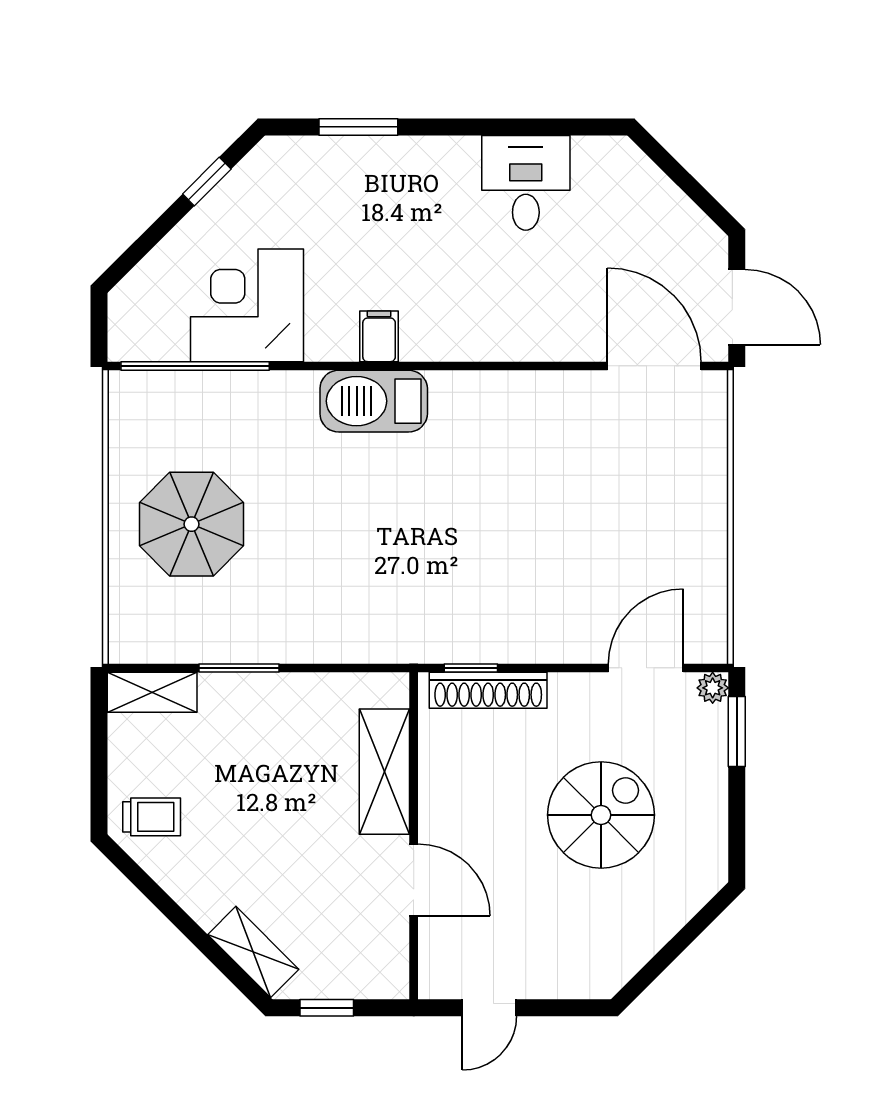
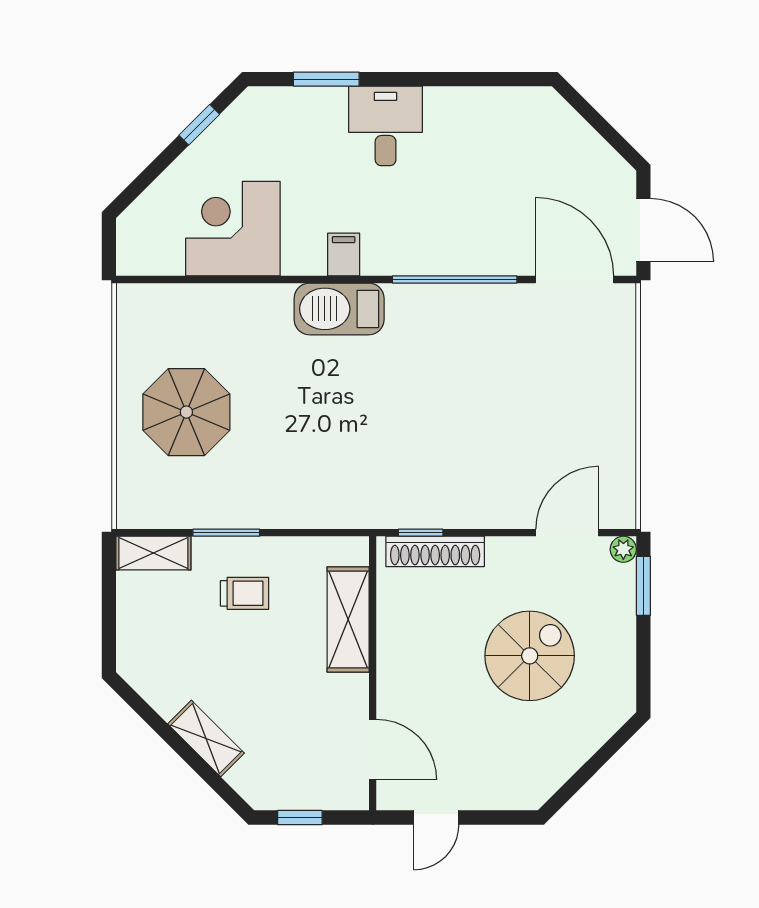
desk: (526, 183) -> (386, 126), moved
window: (195, 366) -> (455, 279), moved
trolley: (152, 817) -> (245, 593), moved
door: (414, 880) -> (373, 749), moved
shelving: (253, 952) -> (206, 738), moved

